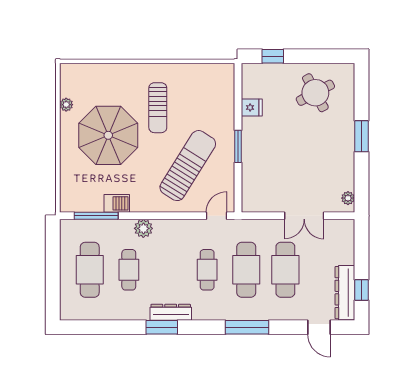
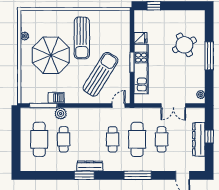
round table: (315, 93) -> (184, 45), moved
sun lounger: (158, 108) -> (82, 38), width x1.36, depth x1.34
window: (362, 136) -> (209, 56), width x1.44
kitchen unit: (253, 157) -> (141, 69), added
plant: (143, 228) -> (61, 114), moved
cafe table: (285, 270) -> (162, 139), width x0.73, depth x0.74
window: (362, 290) -> (209, 136), moved
dresser: (345, 293) -> (199, 139), moved

